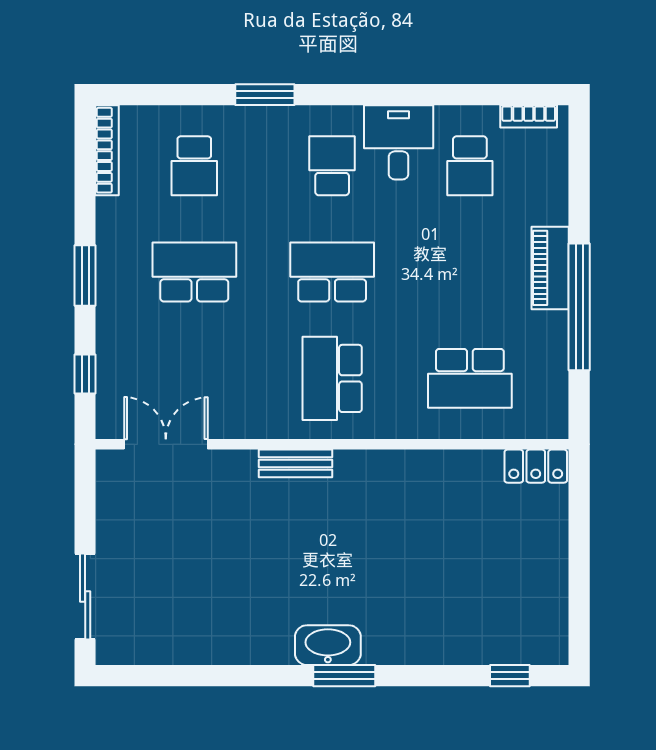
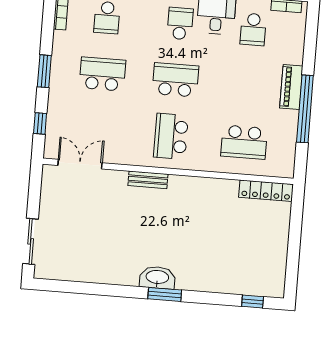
locker: (536, 466) -> (266, 191), width x1.53

